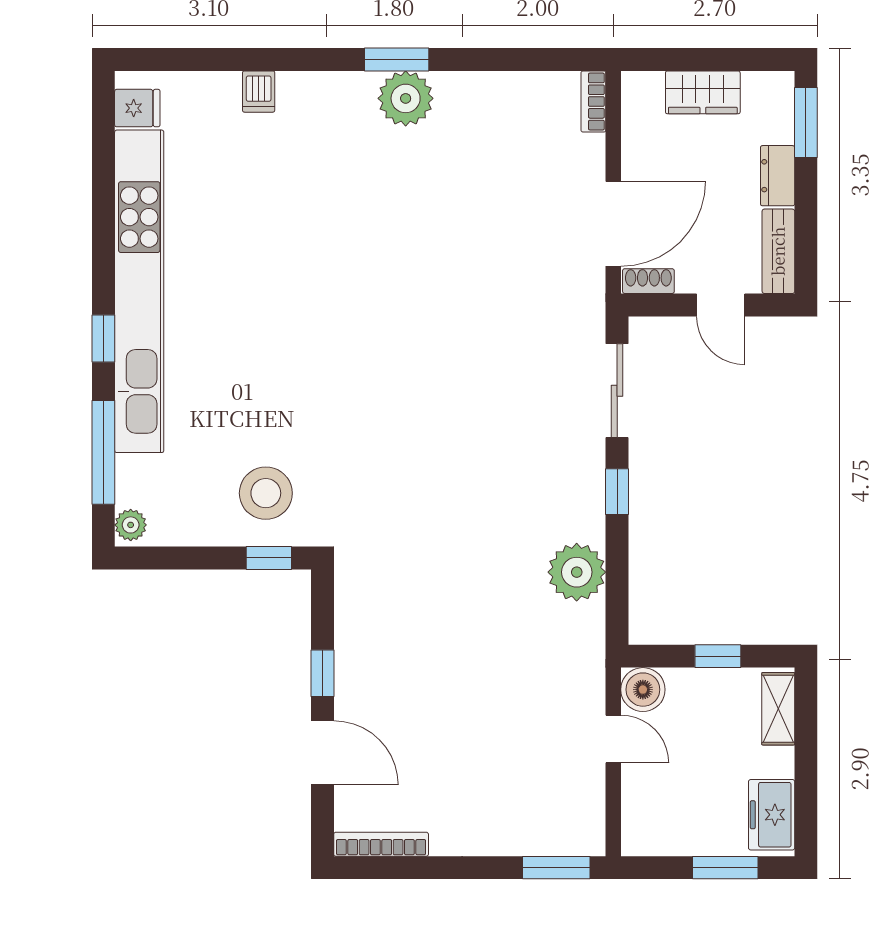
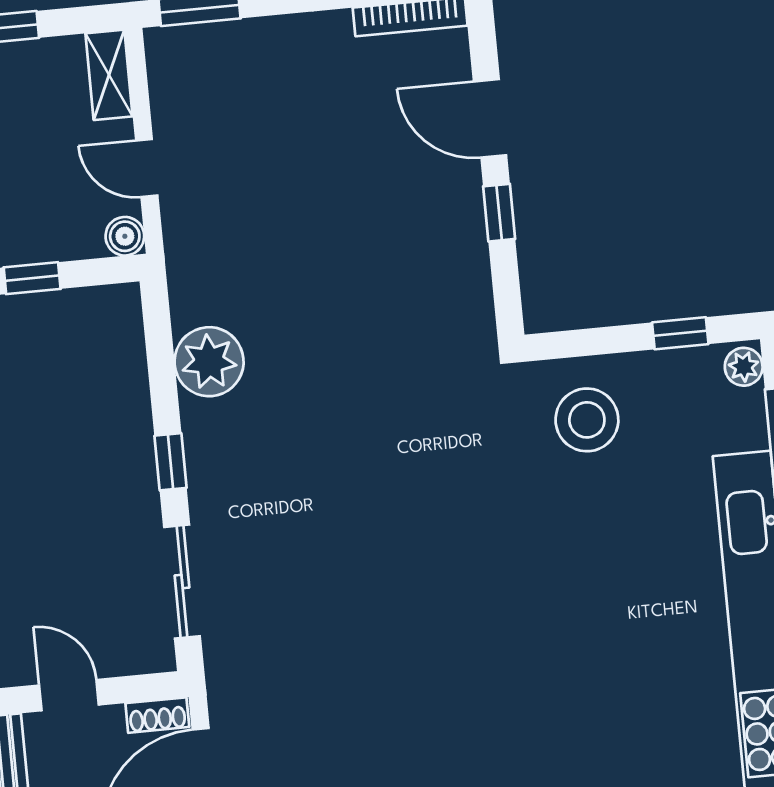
window: (269, 558) -> (680, 333), moved
boiler: (643, 690) -> (125, 236), width x0.73, depth x0.73
shelving: (637, 820) -> (109, 75), added

